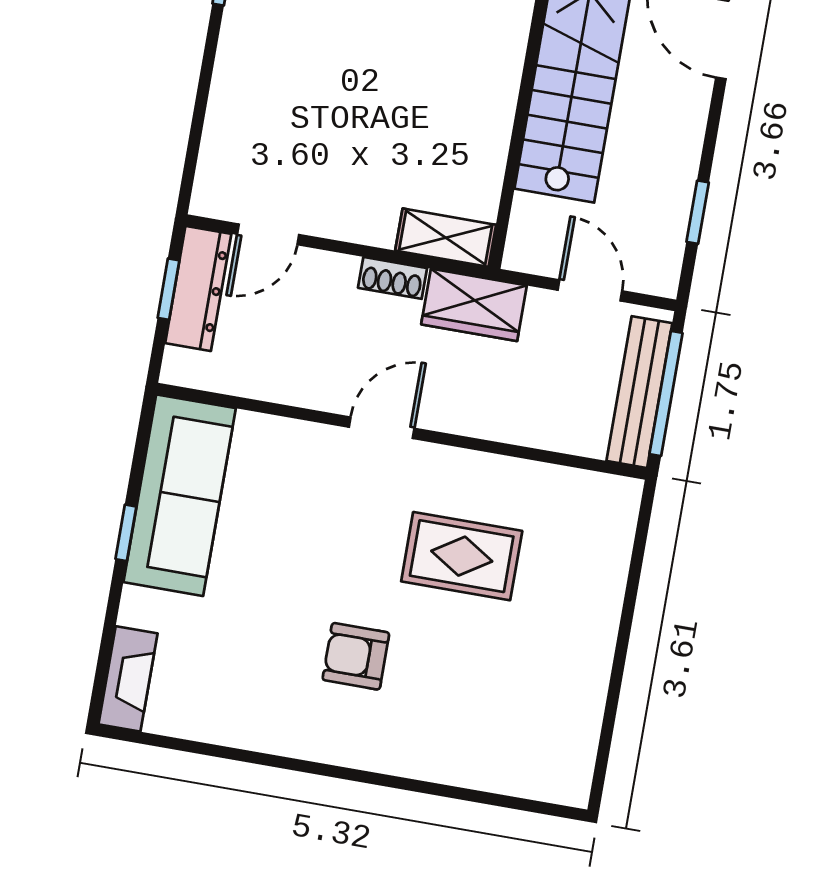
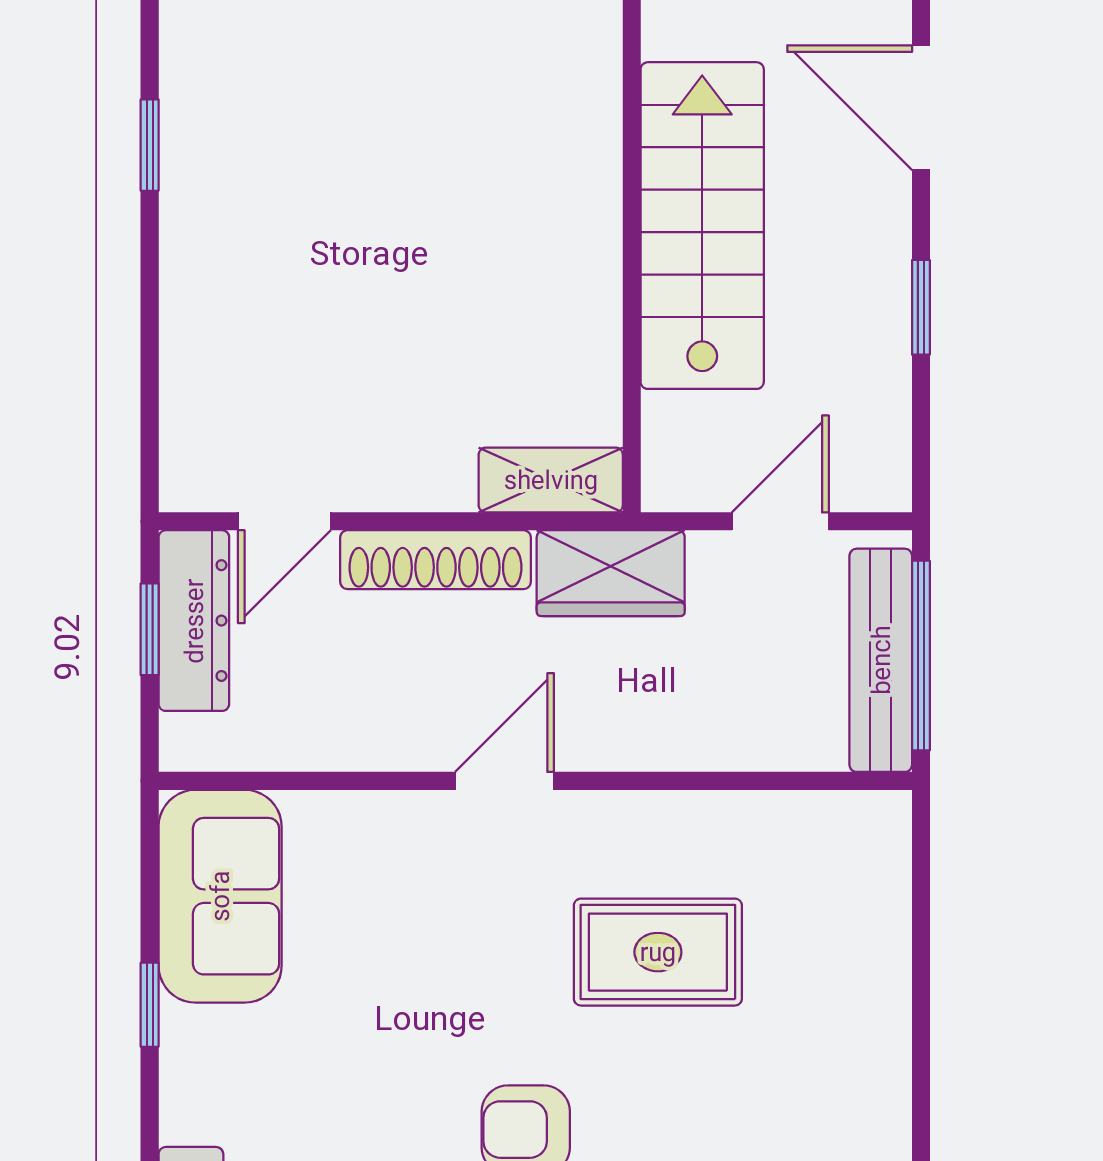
window: (698, 212) -> (921, 307), moved
shoe rack: (393, 278) -> (436, 560), width x1.94, depth x1.24
door: (590, 290) -> (780, 521), hinge flipped
sofa: (180, 495) -> (220, 896), width x0.73

